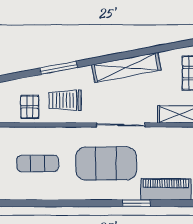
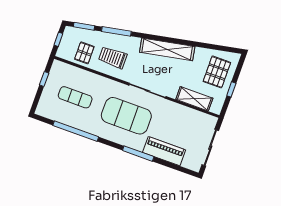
window: (18, 76) -> (84, 26), added
window: (53, 203) -> (76, 131), added
window: (136, 203) -> (138, 154), width x1.44

